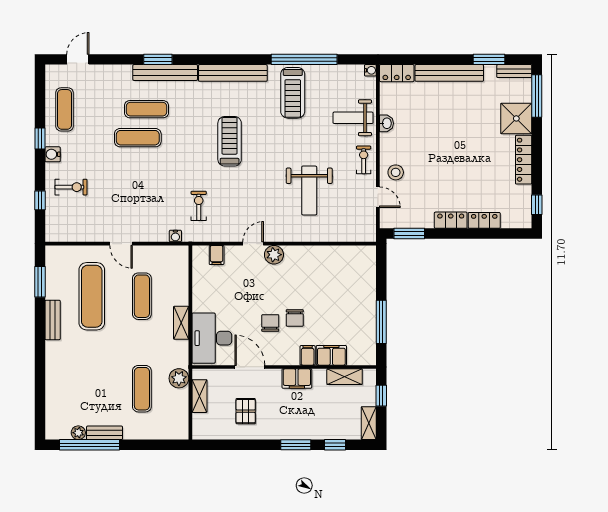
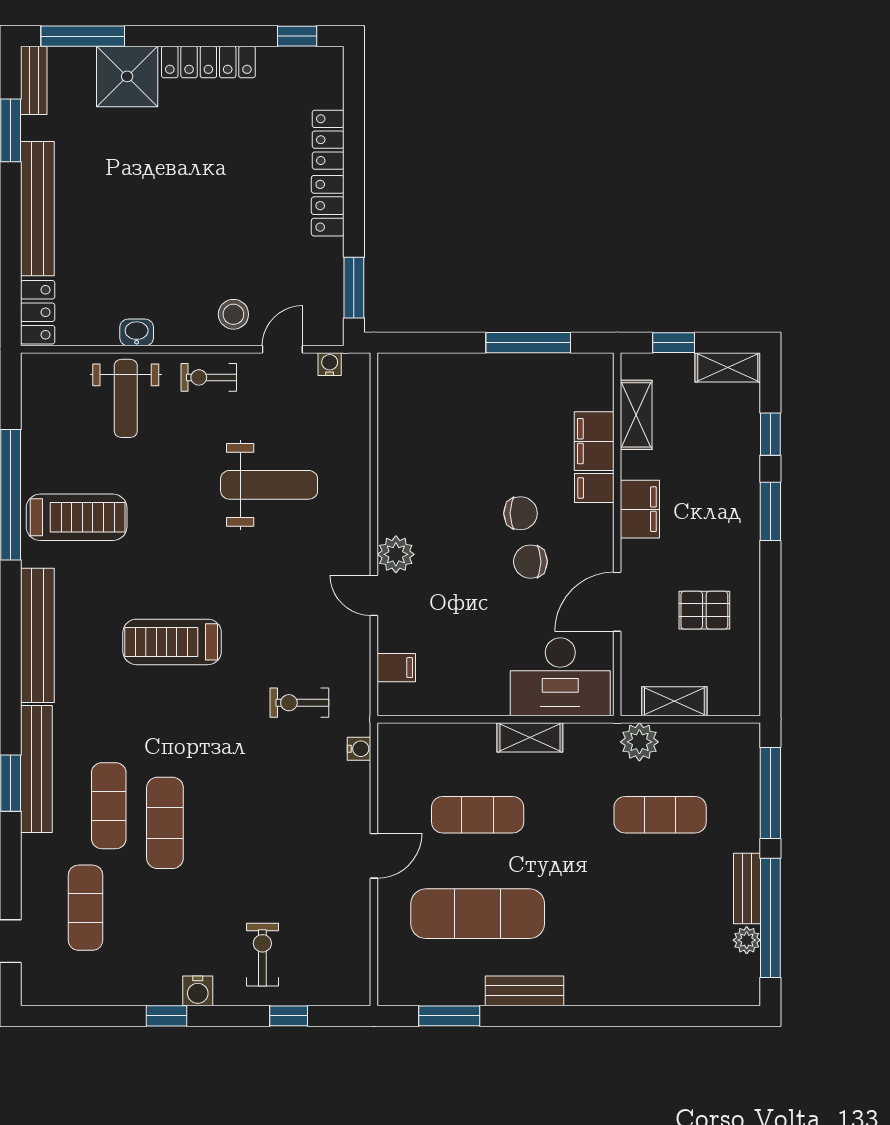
water cooler: (370, 70) -> (330, 364), moved
exercise mat: (65, 109) -> (85, 908), moved, turned 90
window: (153, 445) -> (770, 793), added

